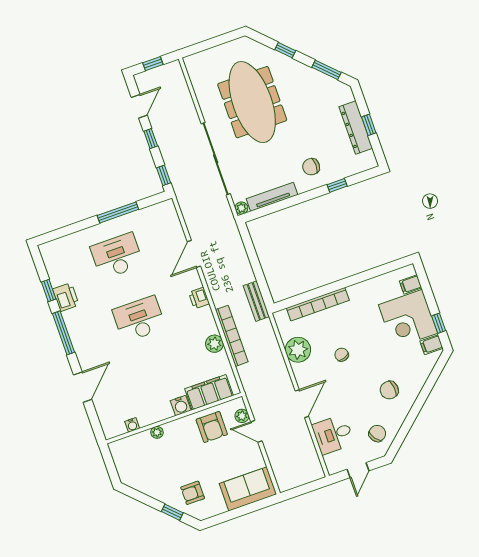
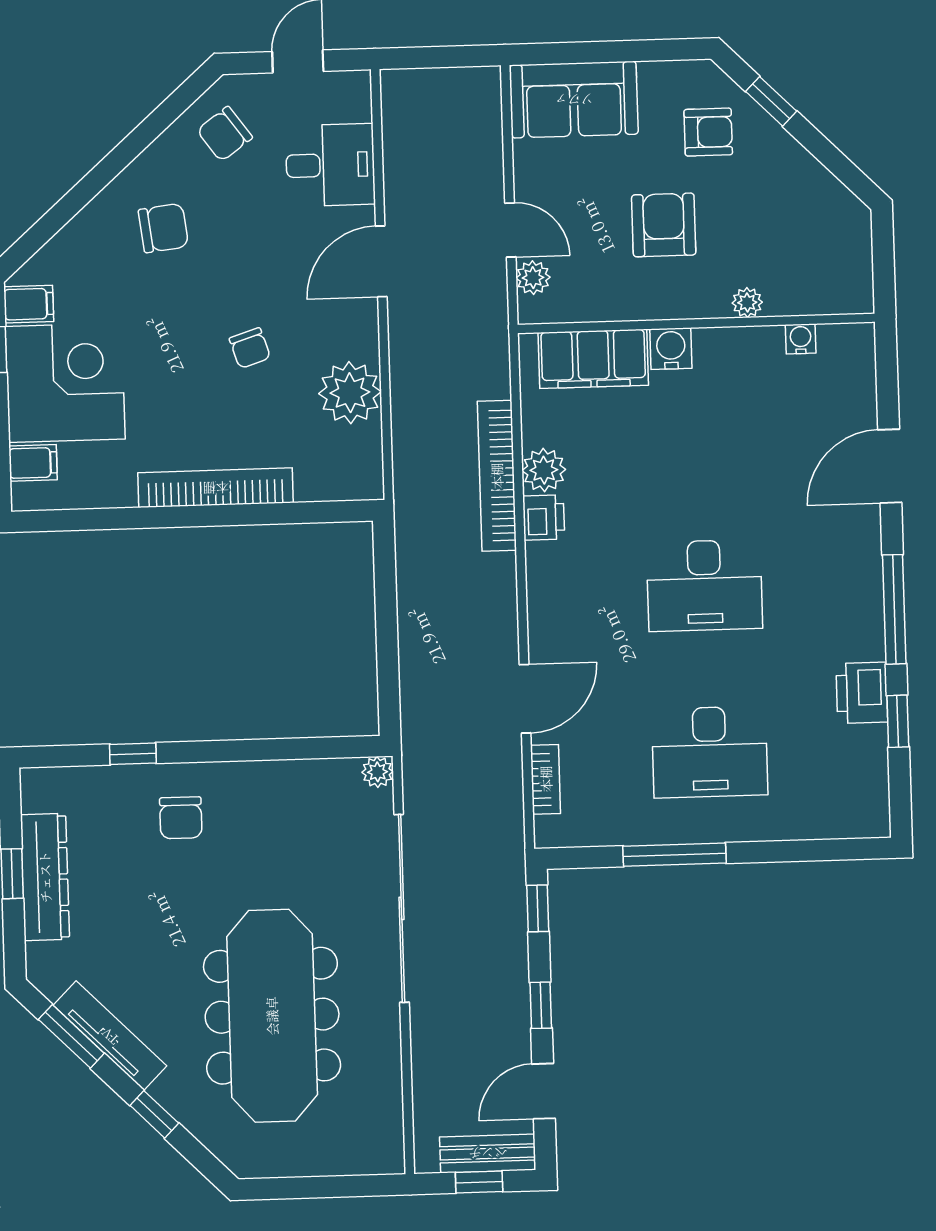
chair: (311, 167) -> (181, 818), turned 90
tv unit: (272, 197) -> (110, 1036), moved, turned -135
bookcase: (176, 226) -> (546, 779), added
printer: (199, 298) -> (544, 517), moved
bench: (256, 301) -> (488, 1153), moved, turned 90
bookcase: (318, 304) -> (216, 488), moved
armchair: (212, 427) -> (664, 225), moved

